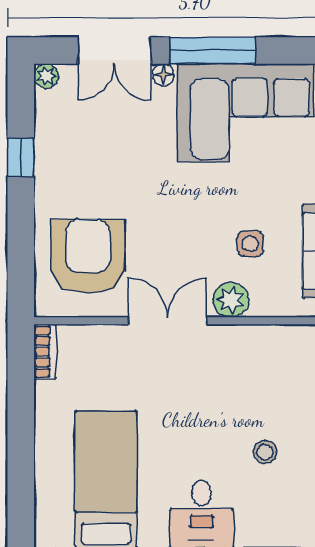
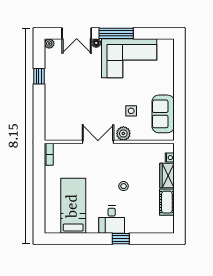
armchair: (88, 256) -> (66, 116), removed
stool: (265, 452) -> (124, 186), moved

